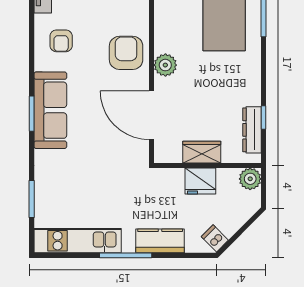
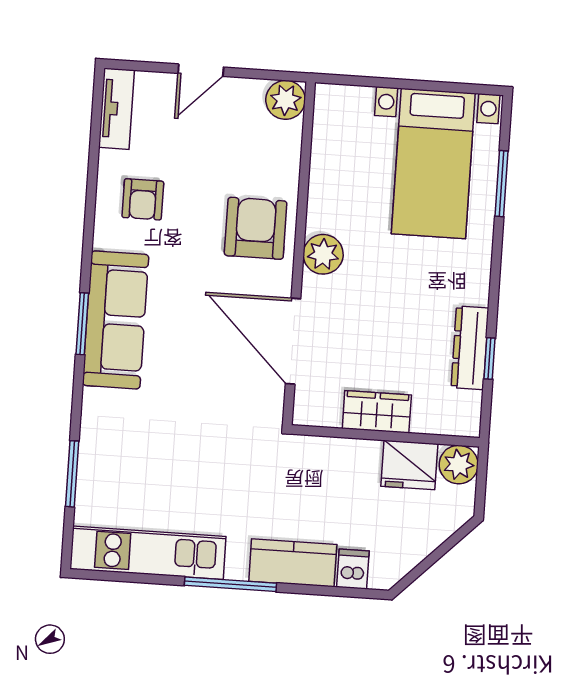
dresser: (252, 130) -> (470, 348), moved
fridge: (200, 181) -> (409, 465), moved
dishwasher: (215, 238) -> (353, 569), moved, turned 45

